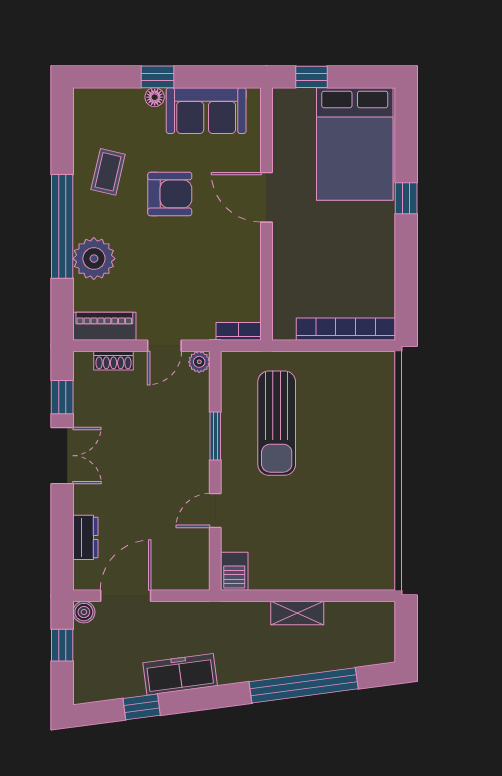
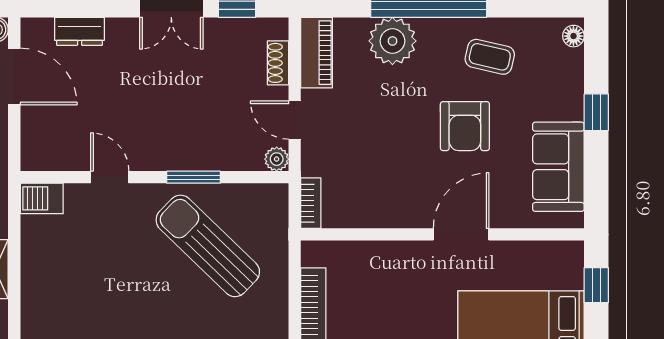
floor lamp: (155, 97) -> (573, 36), moved
sun lounger: (277, 423) -> (208, 246), turned 44

